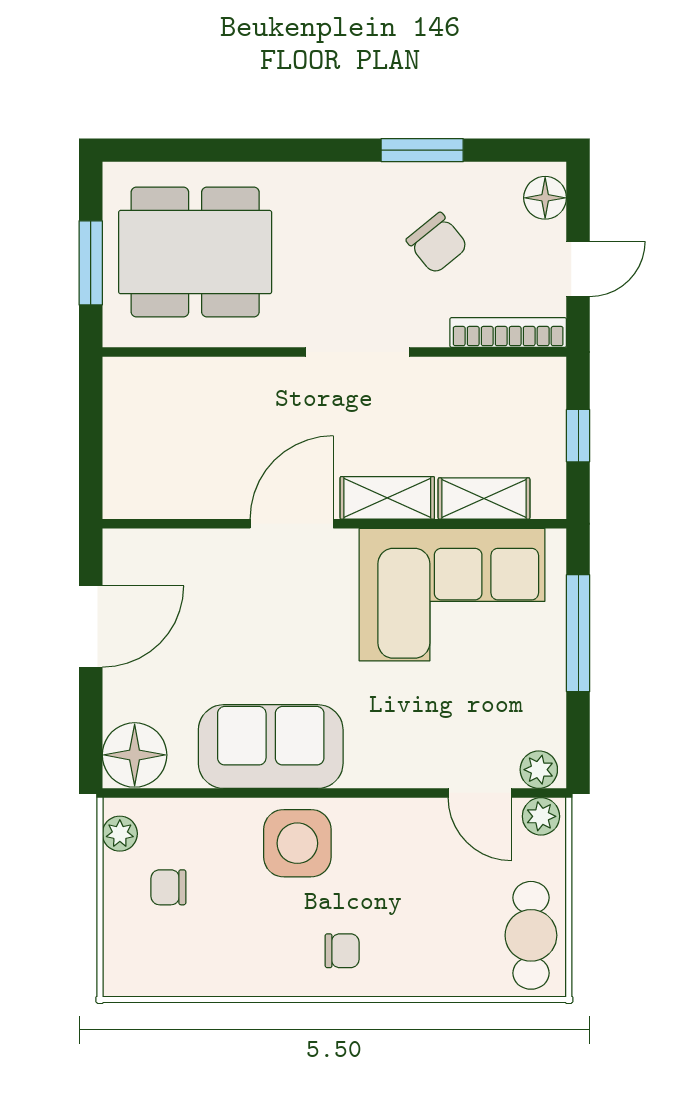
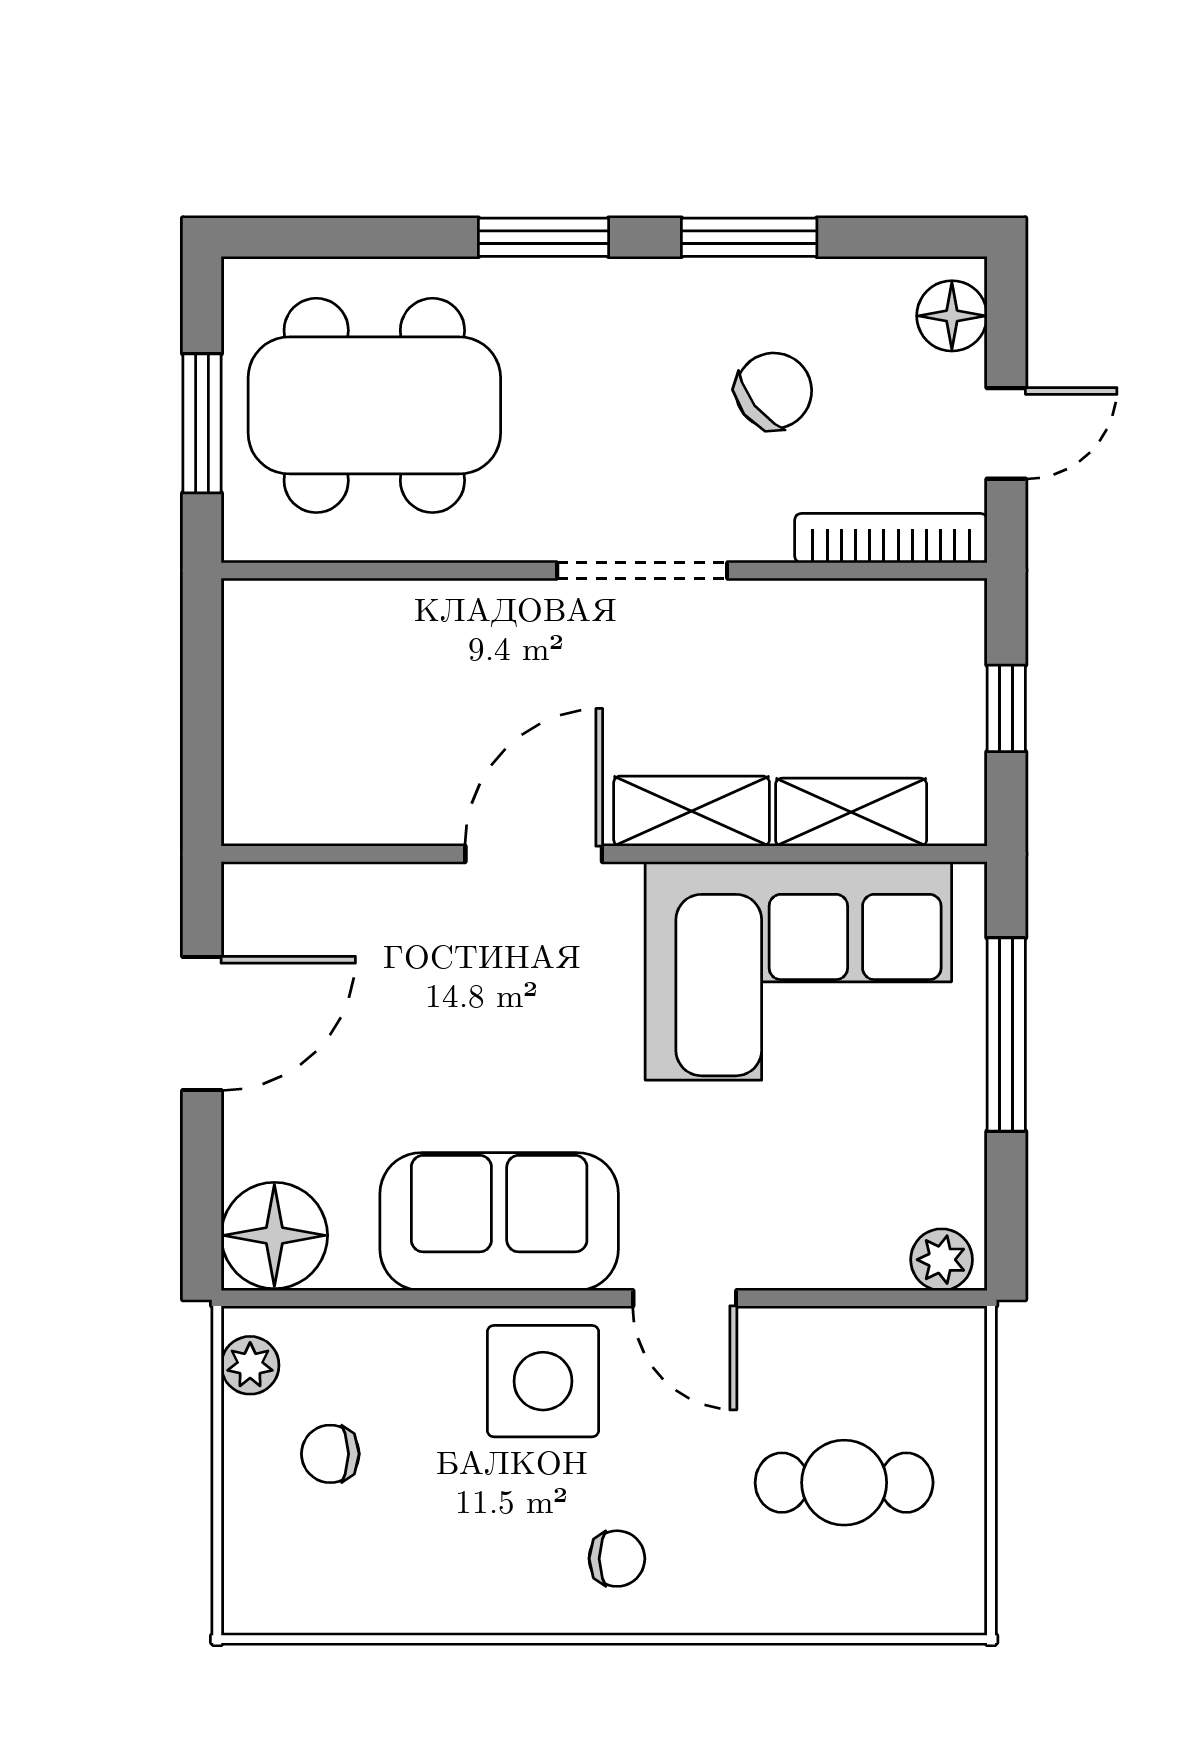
window: (298, 150) -> (543, 237), added
chair: (437, 243) -> (774, 391), turned -89
door: (480, 793) -> (685, 1298), moved
plant: (541, 816) -> (945, 1337), removed
cafe table: (531, 935) -> (844, 1483), moved, turned 90

